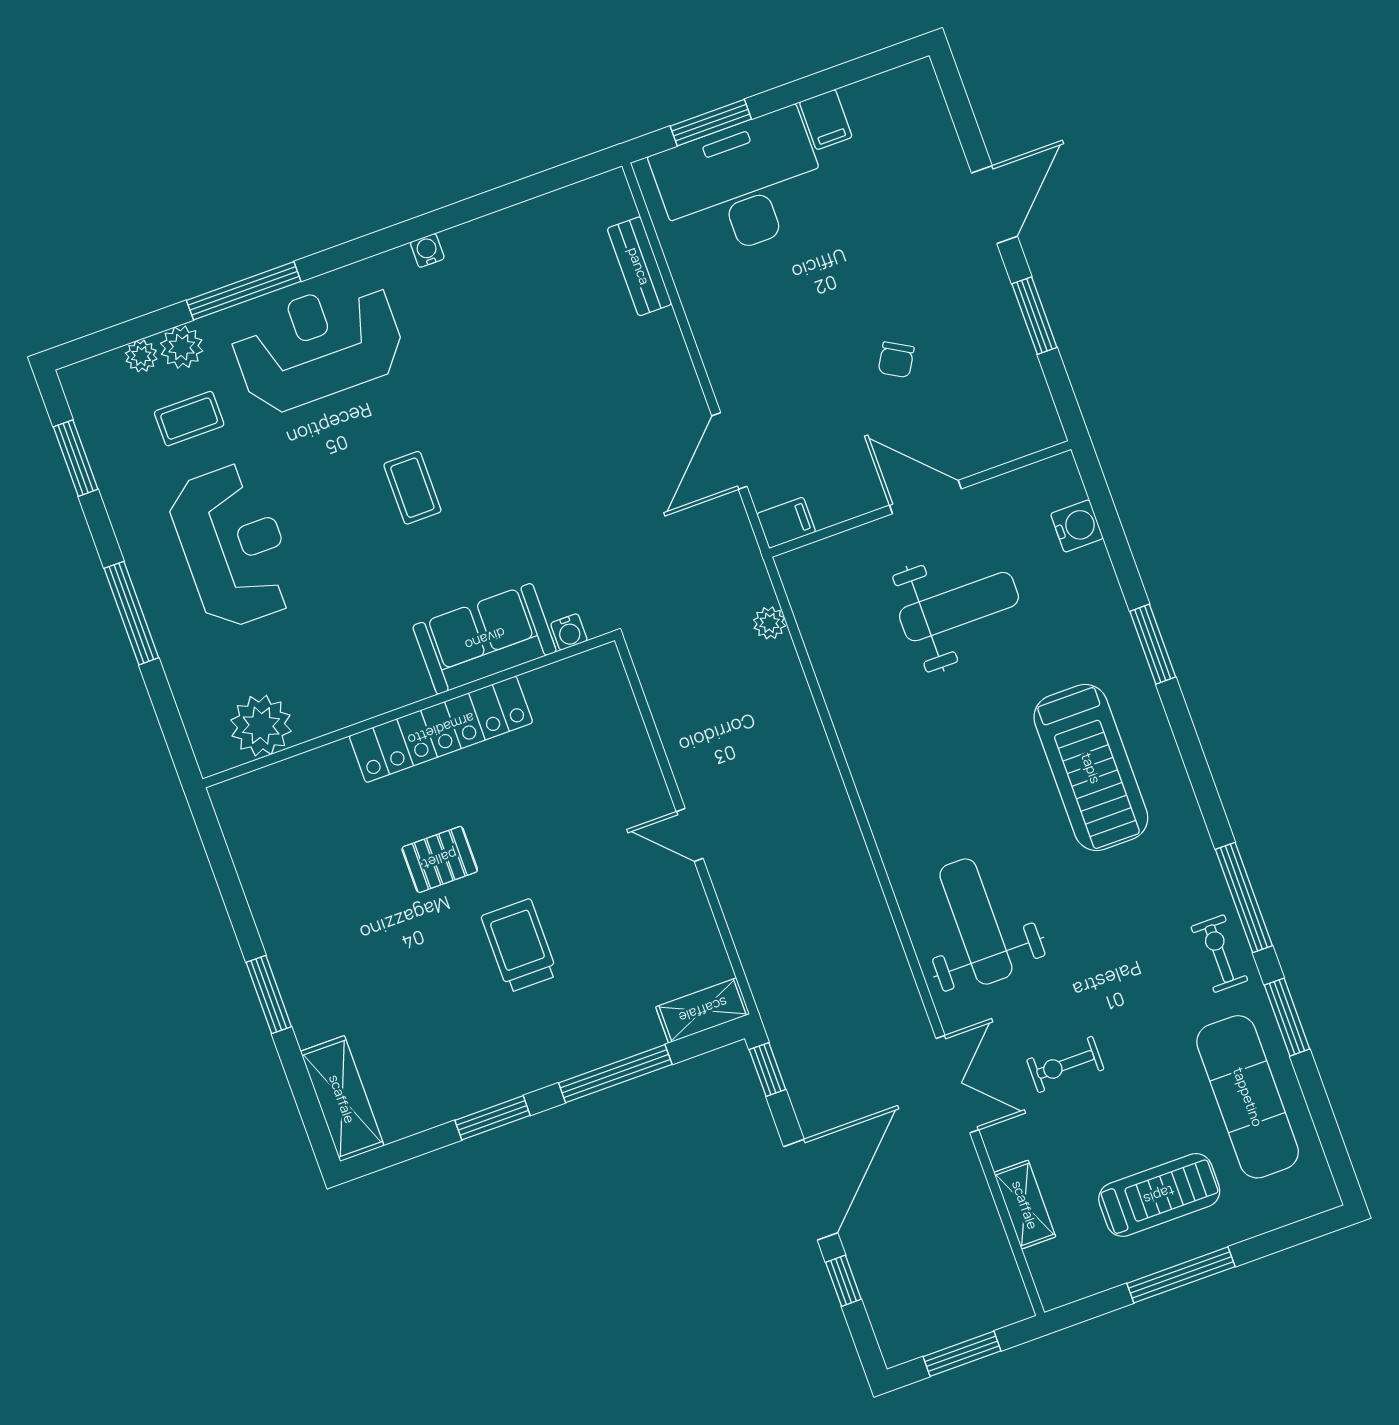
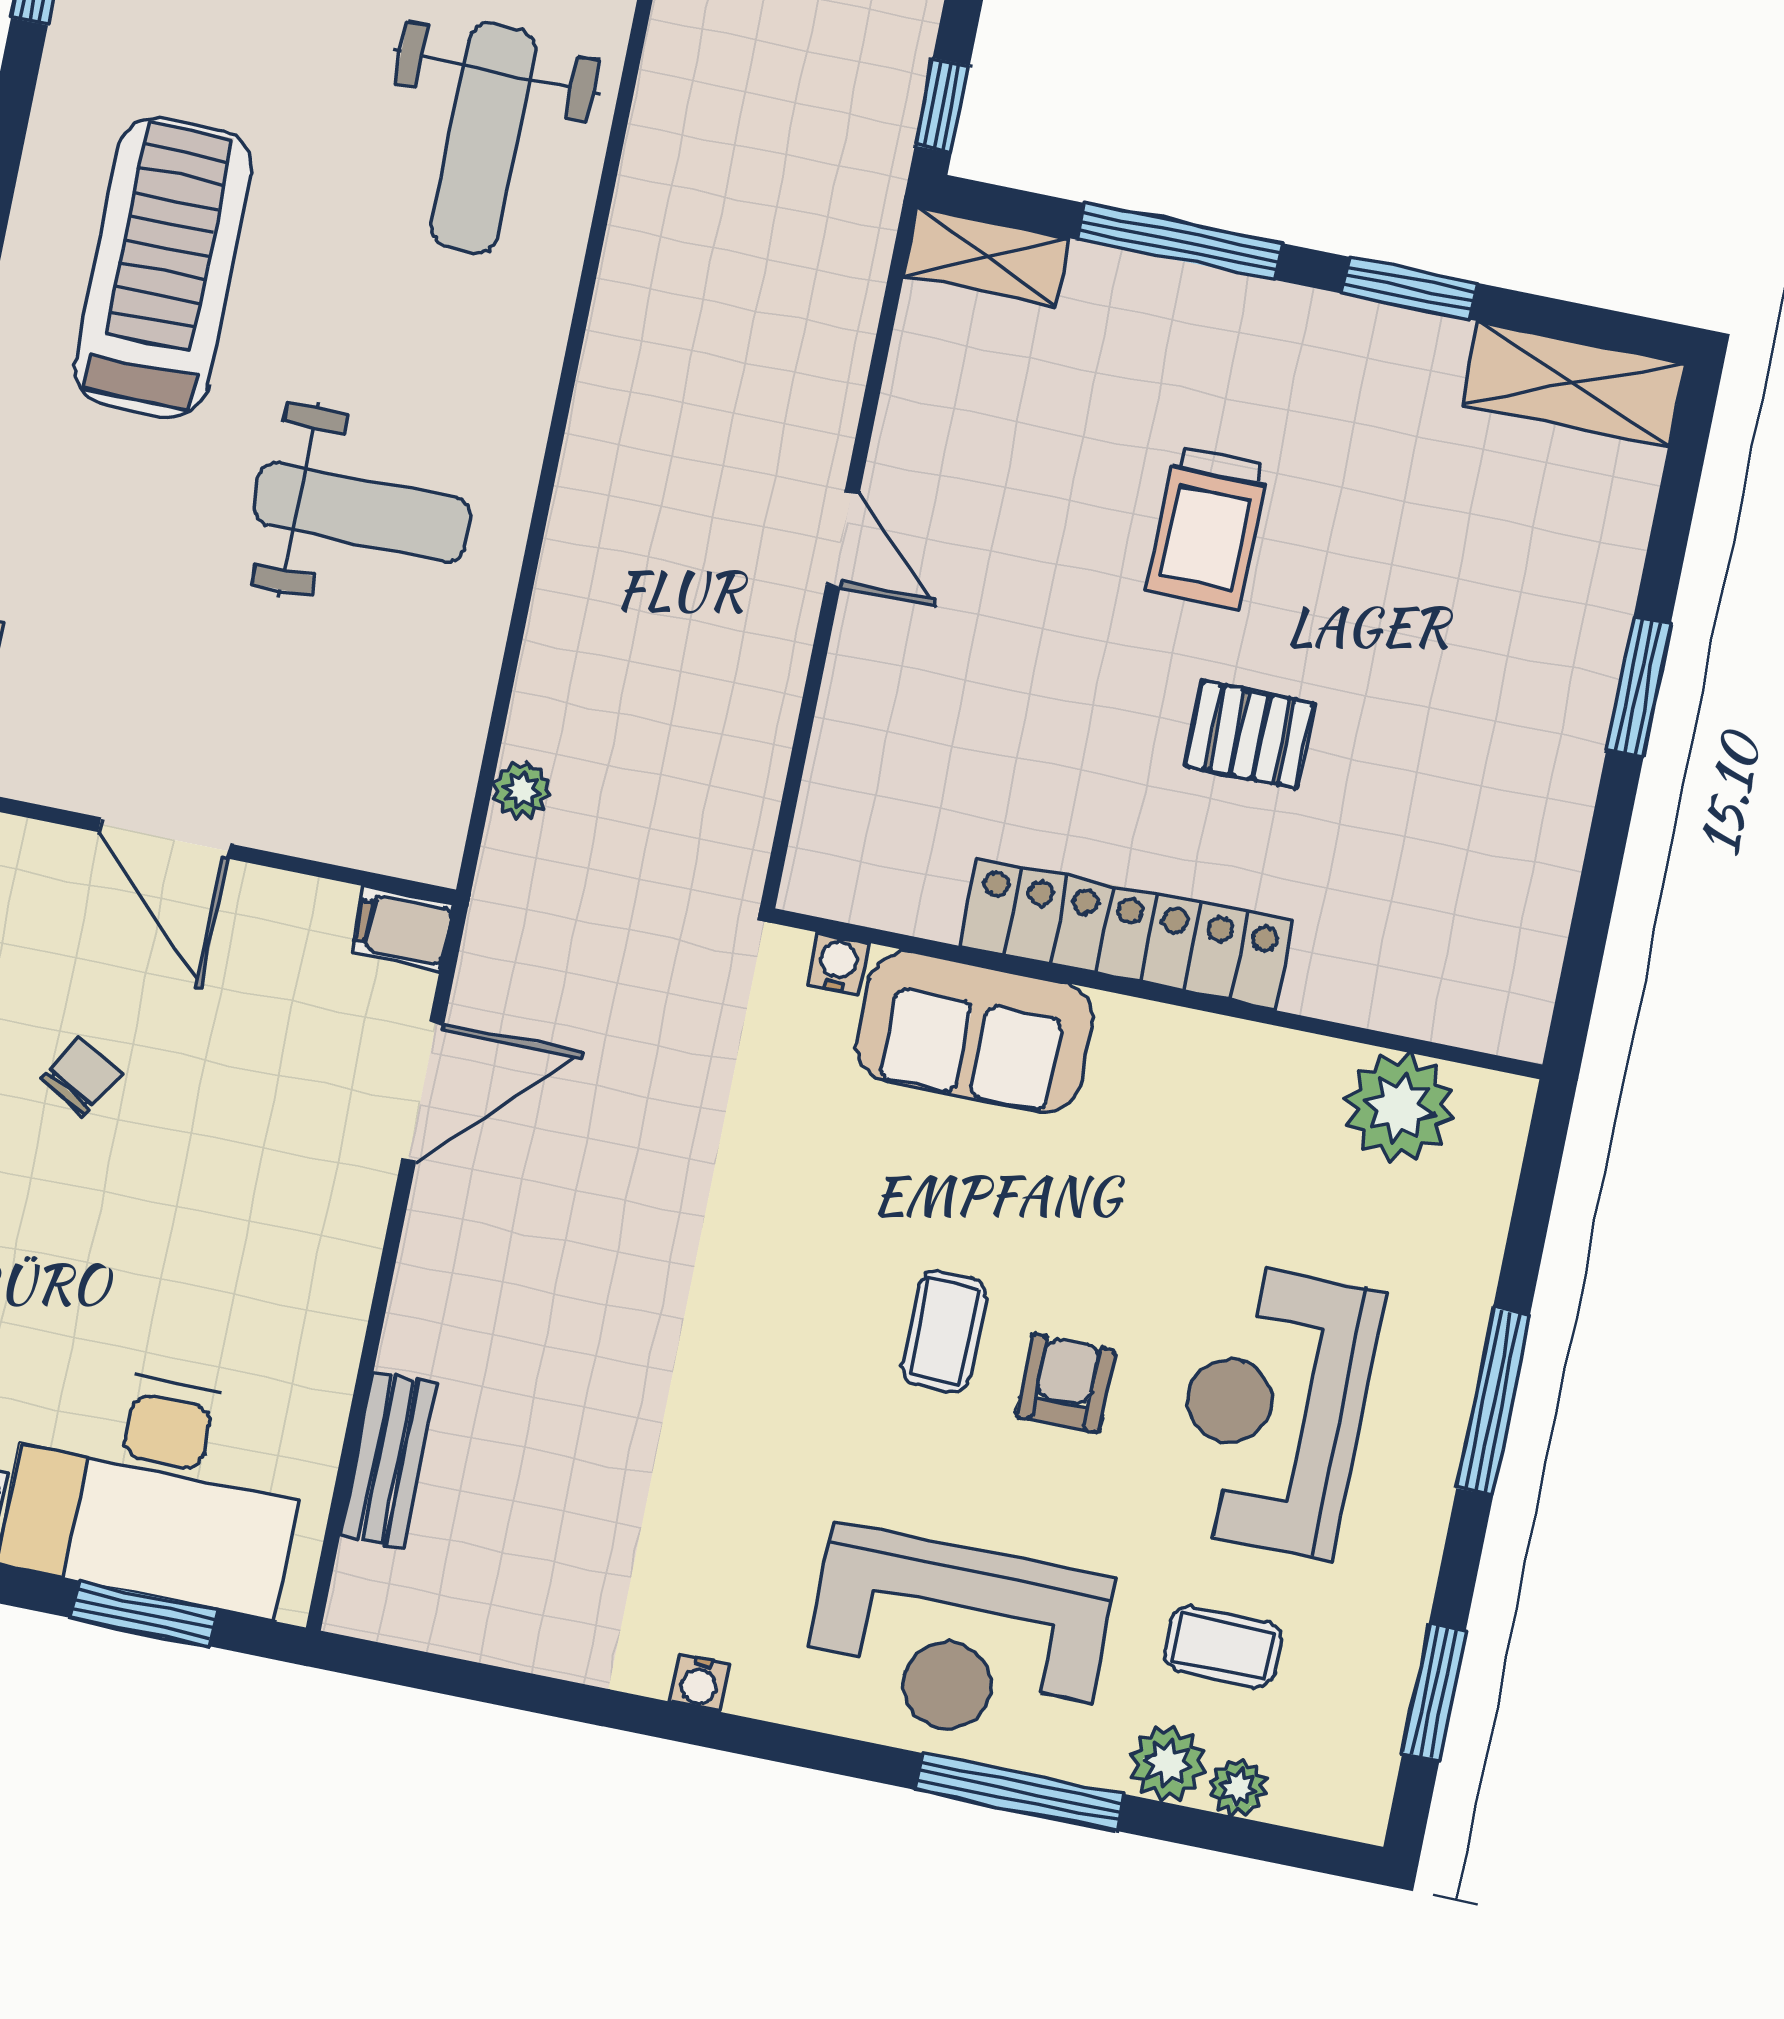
armchair: (340, 498) -> (1066, 1383), added
weight bench: (959, 607) -> (362, 512), moved, turned 180
shelving: (342, 1099) -> (1573, 384), moved, turned 90

